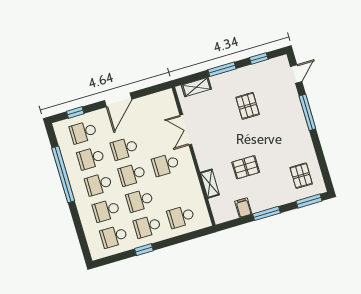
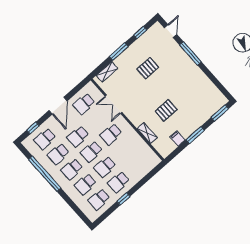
pallet: (248, 106) -> (148, 68), turned 90
pallet: (301, 176) -> (206, 98), removed
school desk: (181, 217) -> (84, 104), moved

